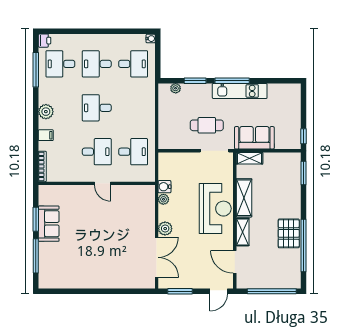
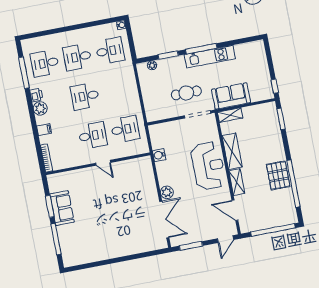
printer: (45, 41) -> (36, 95), moved
plant: (163, 199) -> (160, 167), removed

